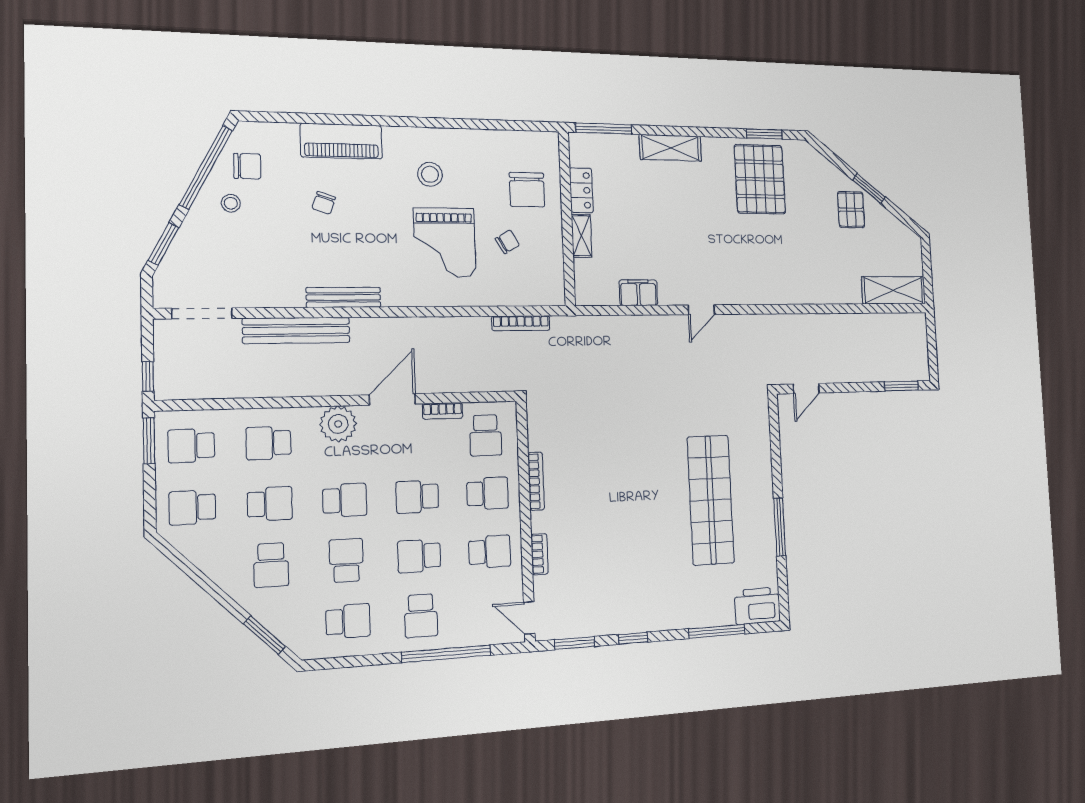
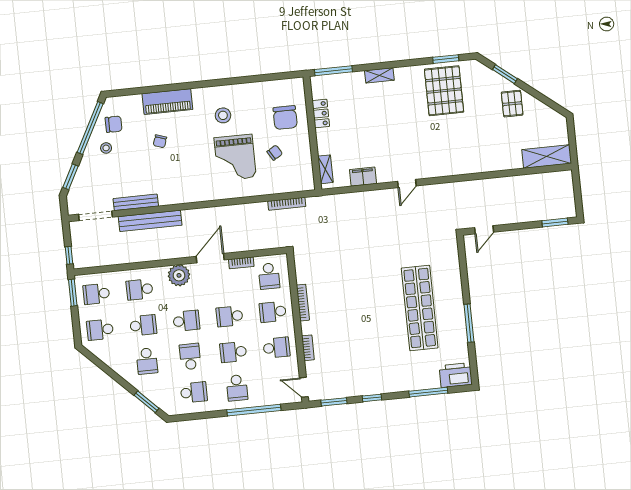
shelving: (670, 148) -> (379, 75), width x0.67, depth x0.75
window: (869, 188) -> (505, 74), moved
shelving: (582, 236) -> (325, 169), moved
bench: (344, 297) -> (136, 202), moved
school desk: (488, 493) -> (273, 312), turned 180

